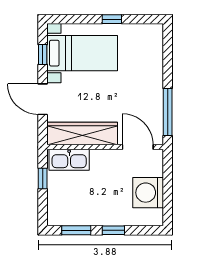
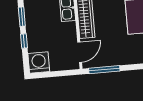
washing machine: (148, 193) -> (39, 62), moved

